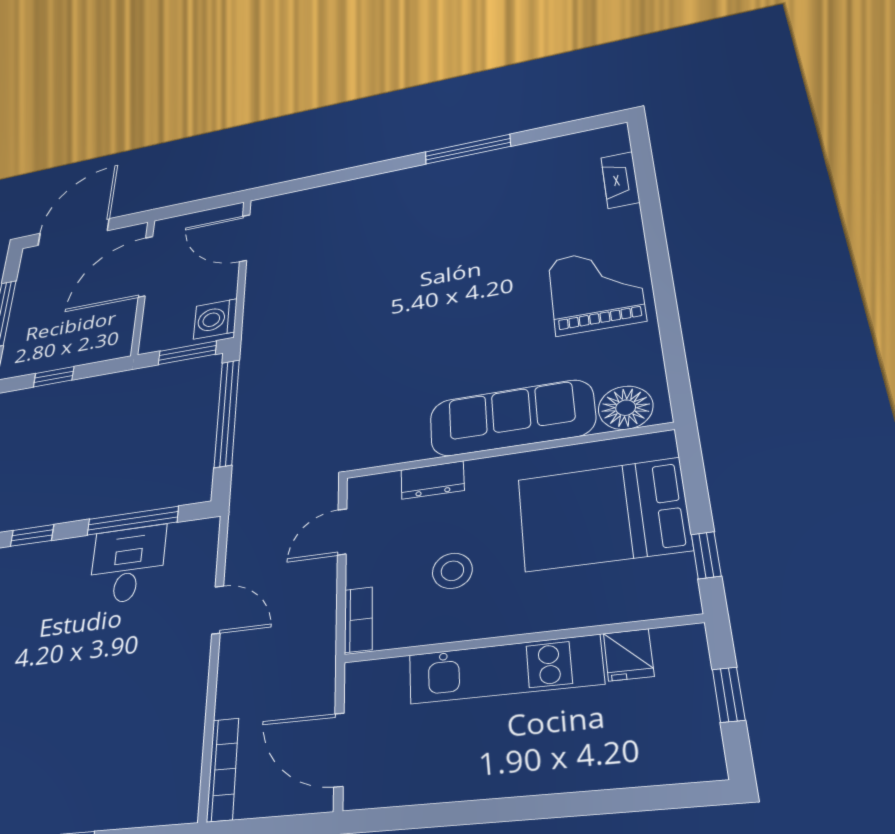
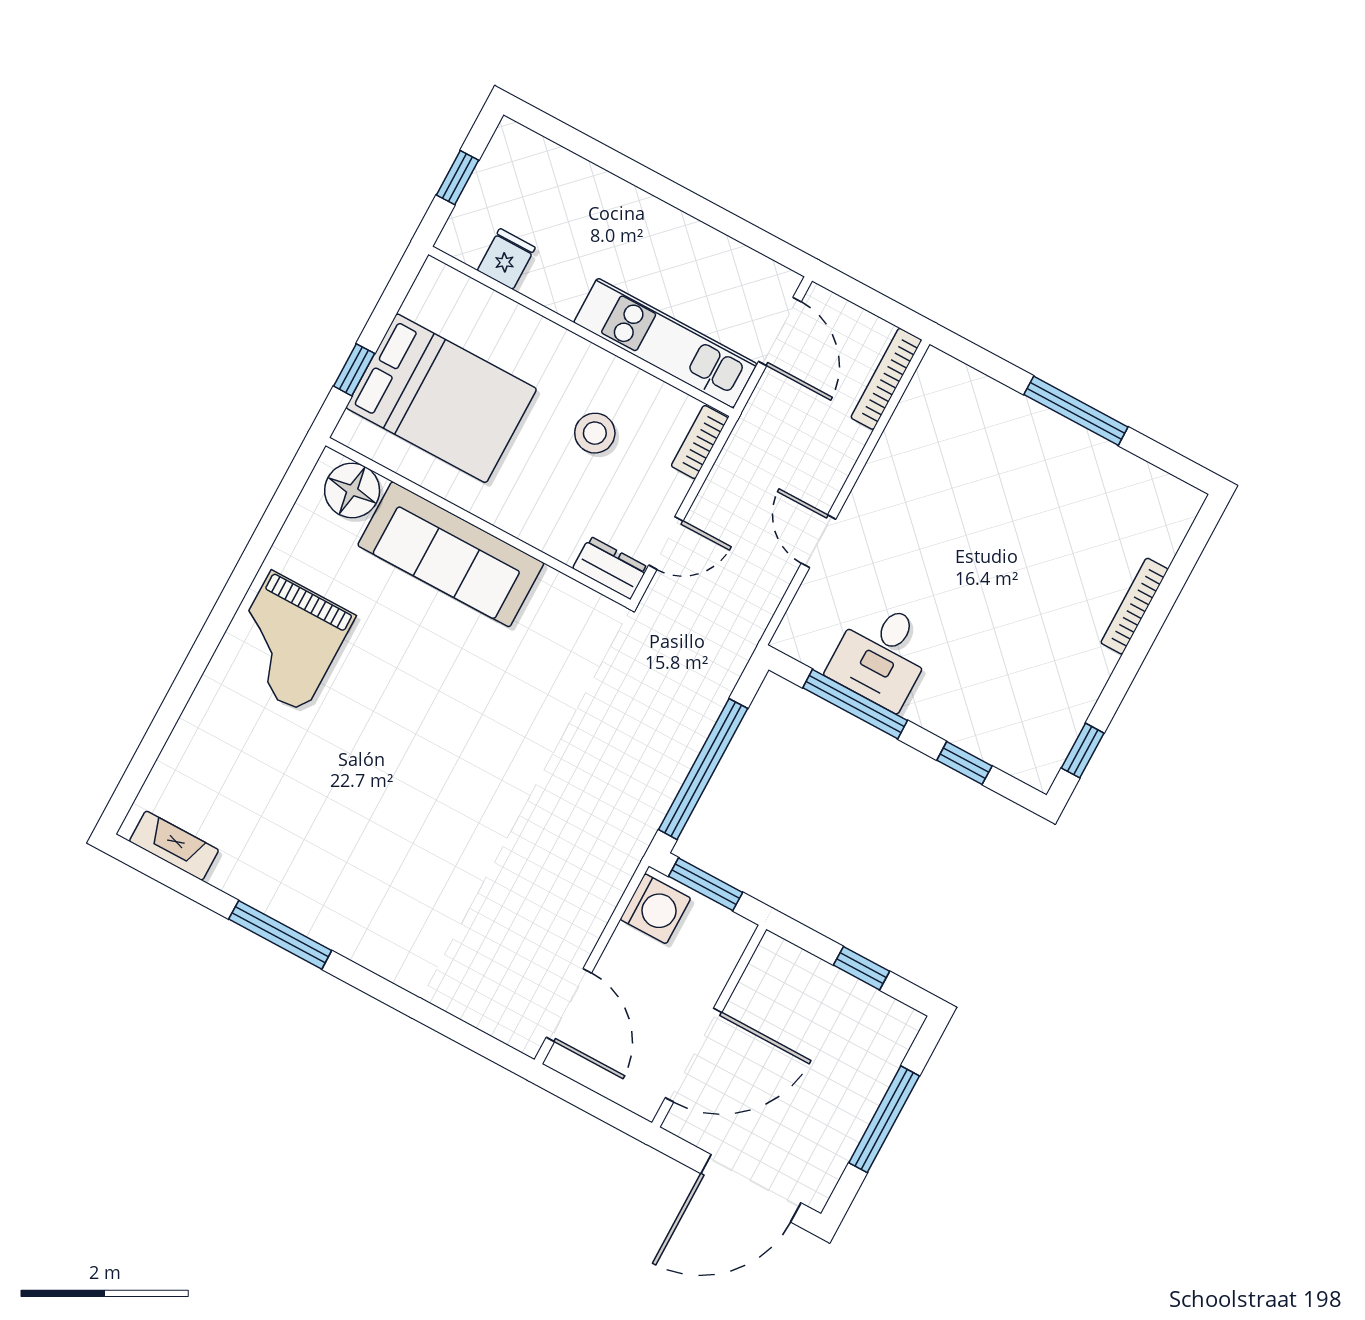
fireplace: (620, 180) -> (174, 846), moved, turned -90
dresser: (433, 480) -> (610, 568), moved
window: (706, 555) -> (354, 370), moved
kitchen unit: (505, 669) -> (665, 343), moved

